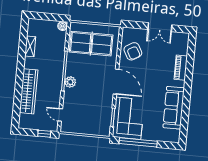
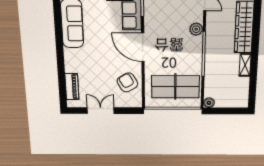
shelving: (30, 46) -> (245, 65), moved
piano: (181, 68) -> (72, 87), moved
plant: (70, 82) -> (196, 29), moved

